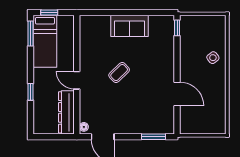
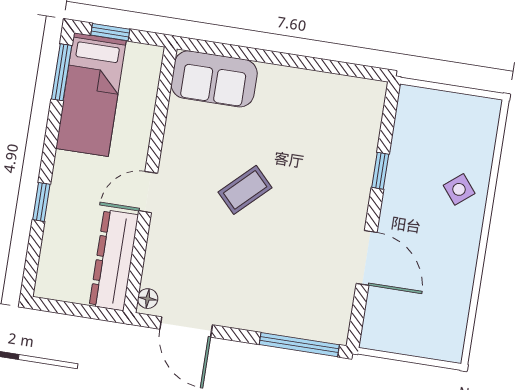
sofa: (130, 26) -> (214, 79), moved
window: (177, 28) -> (380, 171), moved
door: (77, 80) -> (148, 192), hinge flipped
window: (153, 137) -> (299, 345), width x1.44

